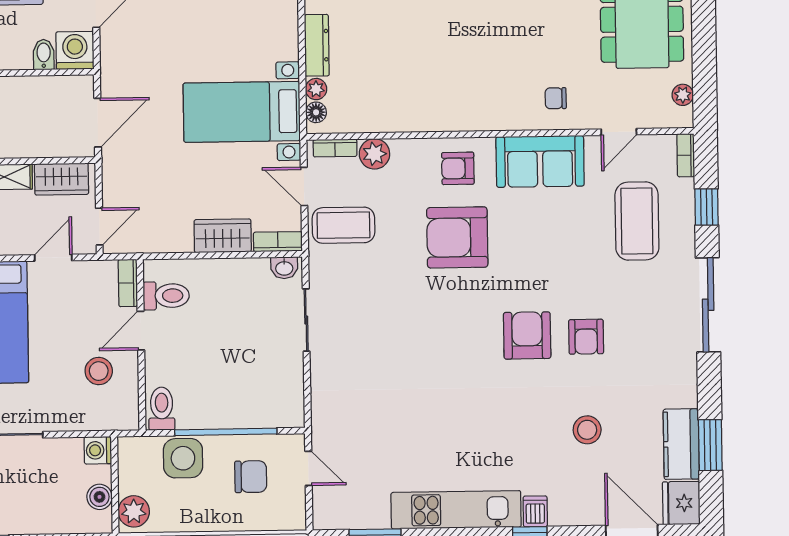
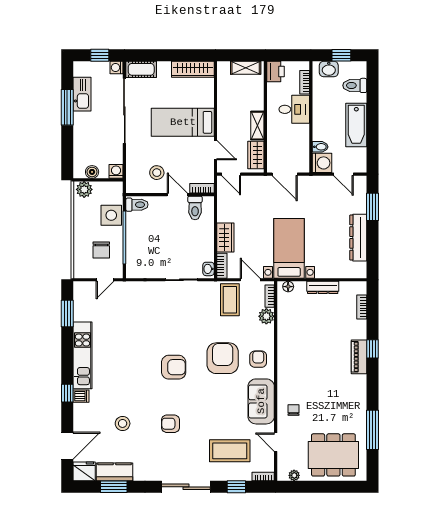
plant: (316, 89) -> (300, 287), removed
door: (304, 186) -> (250, 280), hinge flipped
armchair: (527, 335) -> (174, 367), moved

